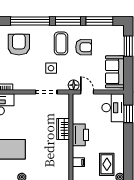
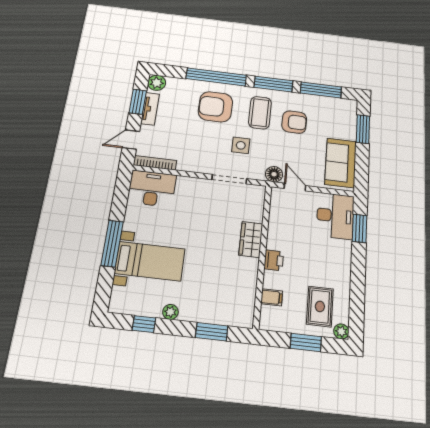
armchair: (19, 45) -> (215, 107), moved, turned -90
printer: (80, 135) -> (274, 260), width x0.53, depth x0.68

